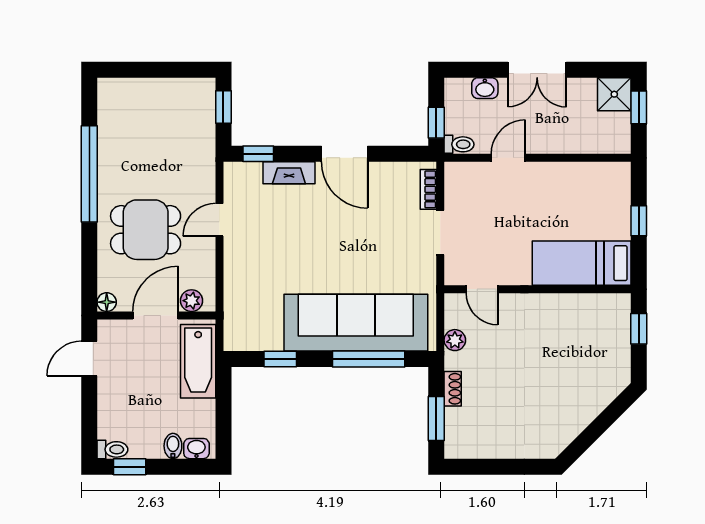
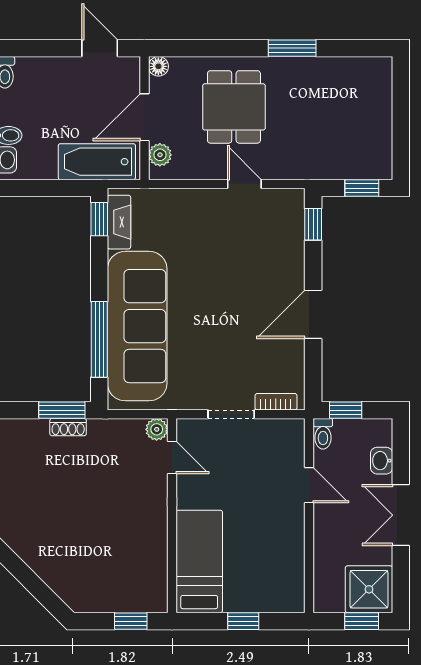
shower: (614, 94) -> (369, 589), width x1.36, depth x1.36
fireplace: (289, 173) -> (119, 222), moved, turned 180
window: (89, 174) -> (292, 48), width x0.47
door: (482, 289) -> (172, 457), swing flipped
door: (155, 316) -> (144, 117), swing flipped
plant: (455, 340) -> (157, 429), moved
window: (280, 359) -> (99, 219), moved
window: (436, 418) -> (62, 410), moved

